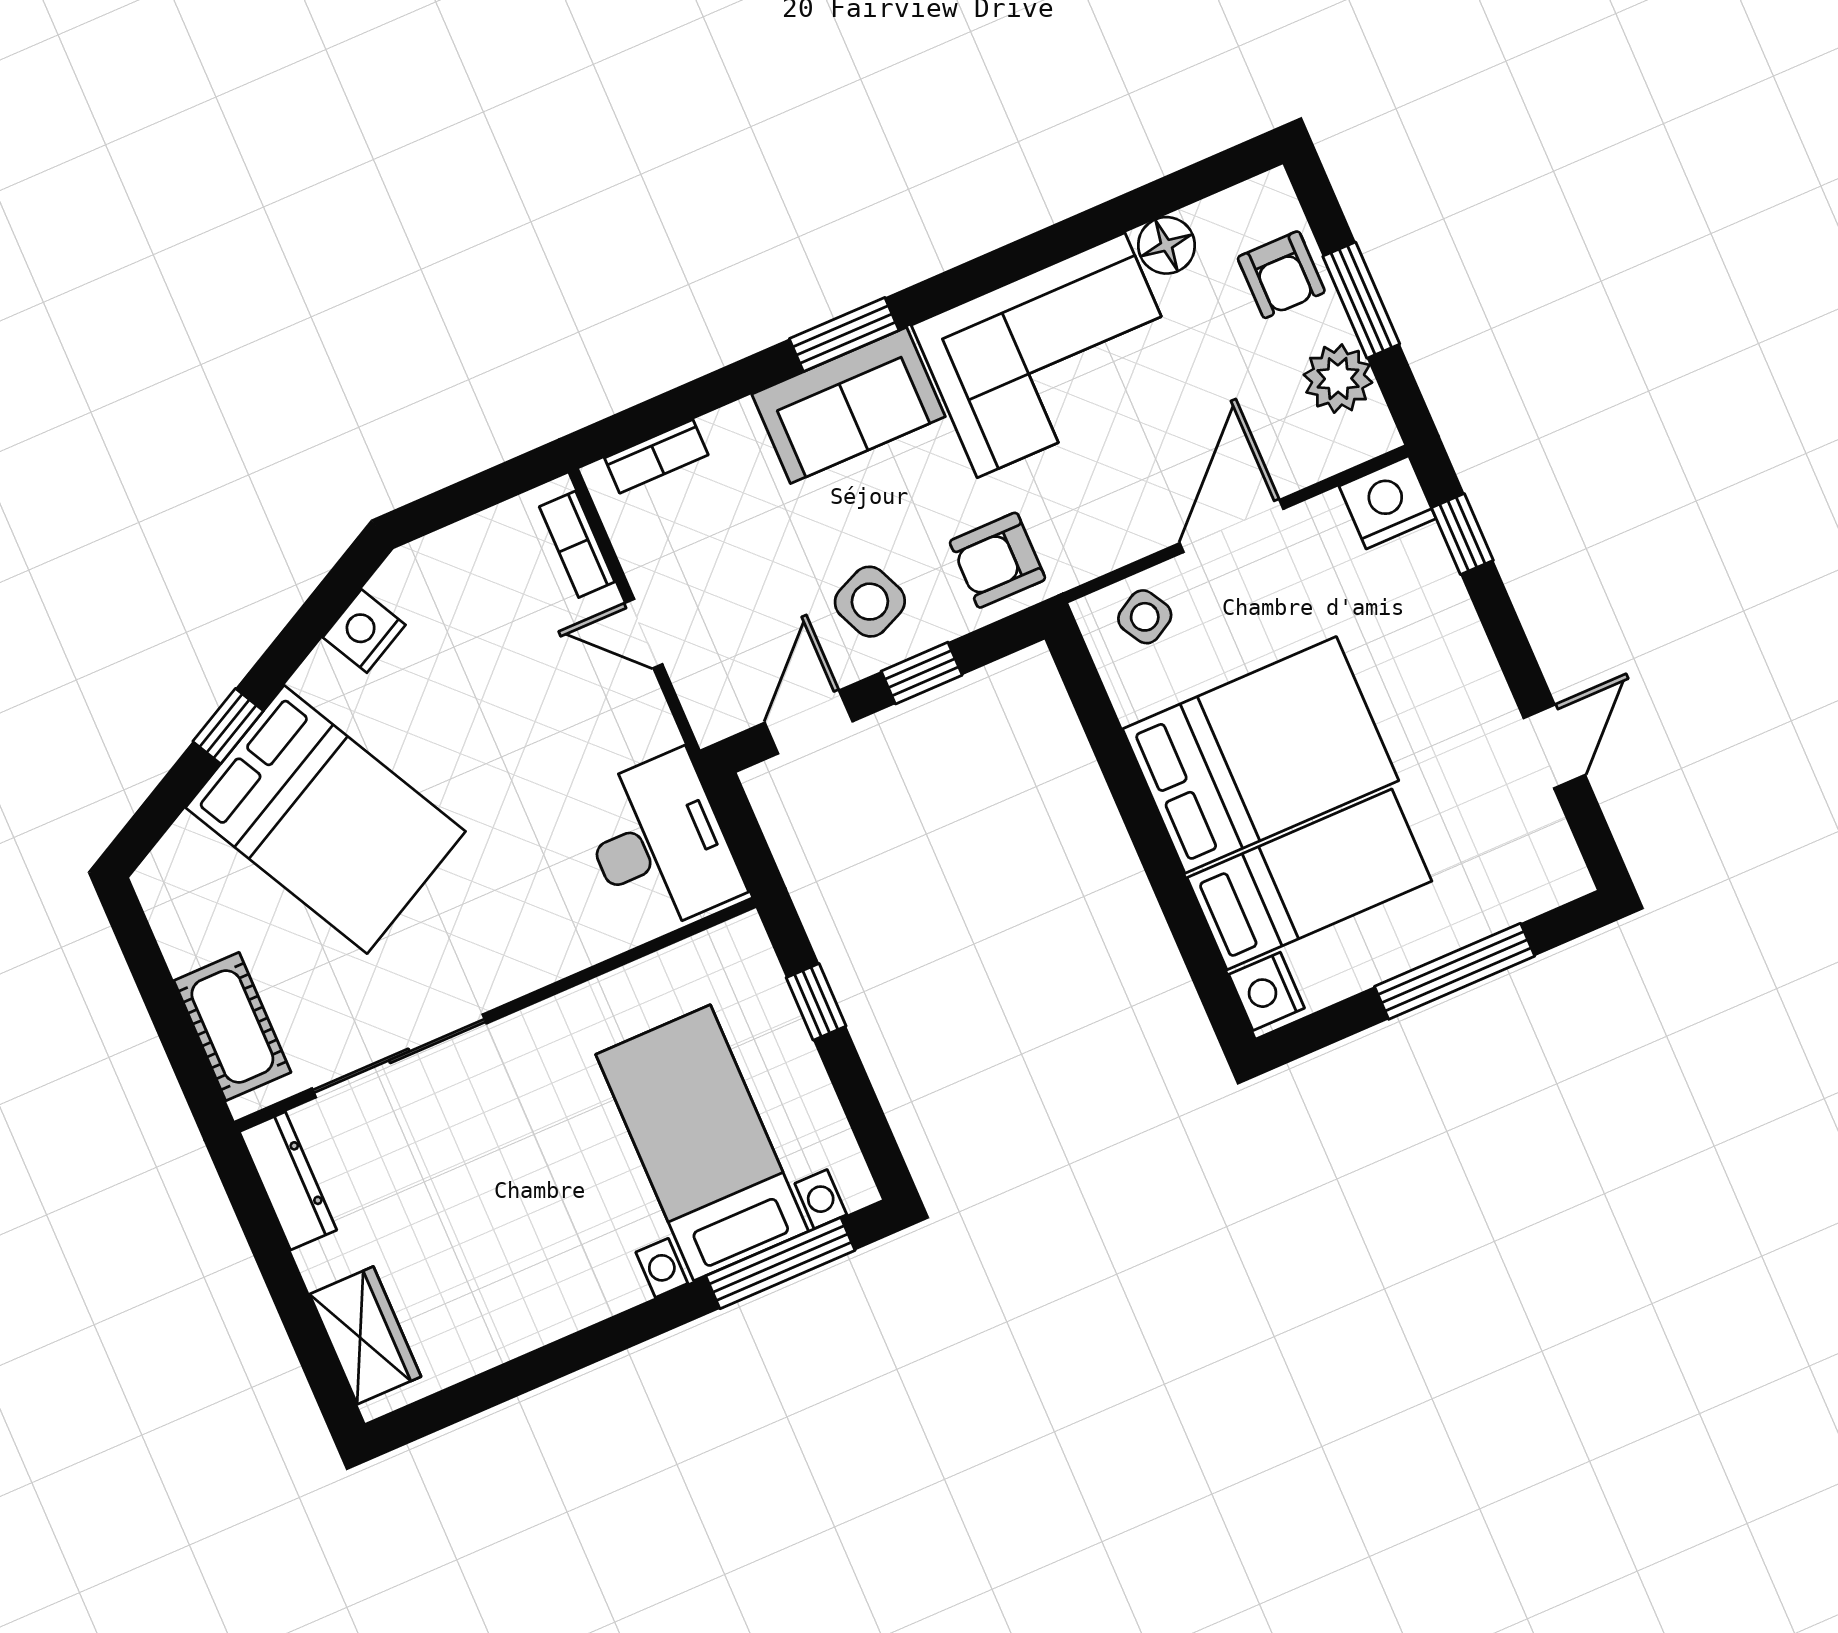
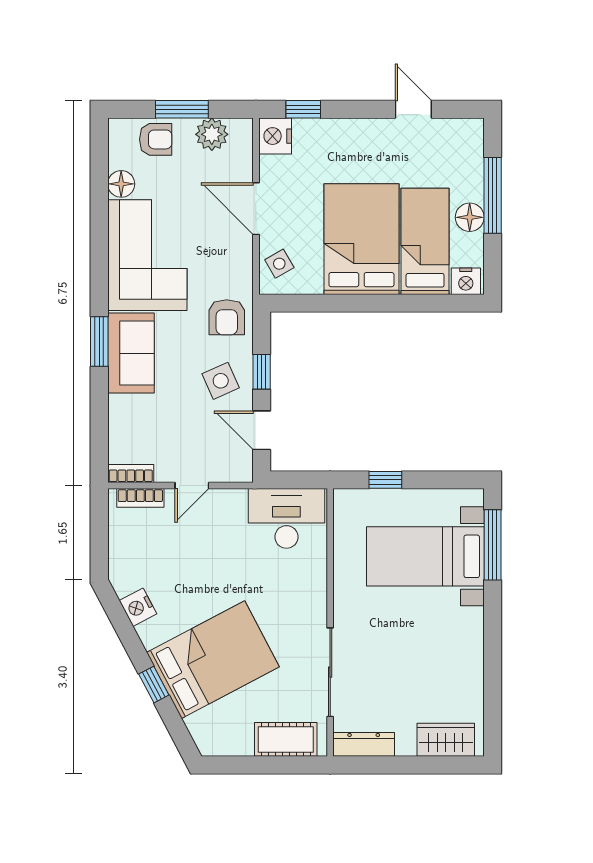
bookcase: (656, 456) -> (131, 474), moved, turned -90
floor lamp: (1393, 945) -> (470, 217), added

